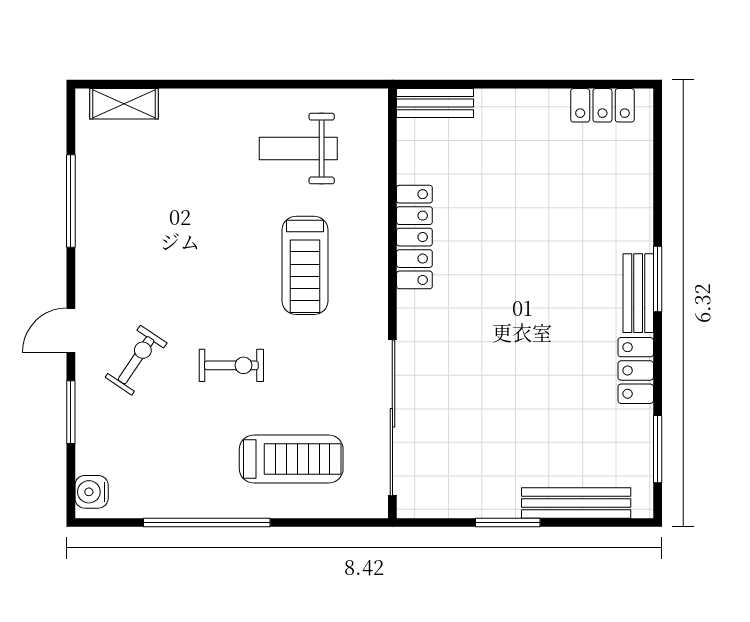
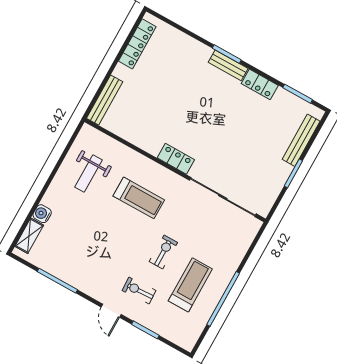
bench: (435, 103) -> (105, 100), width x1.36
locker: (602, 105) -> (137, 44), width x1.53
locker: (414, 237) -> (176, 159), moved, width x0.66
exercise bike: (136, 360) -> (139, 291), turned -37
treadmill: (291, 459) -> (190, 285), moved
water cooler: (92, 492) -> (42, 214), moved, turned 90

